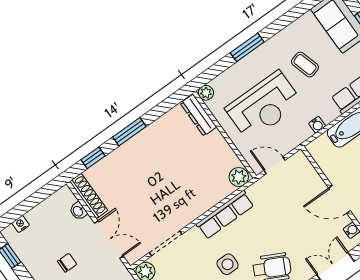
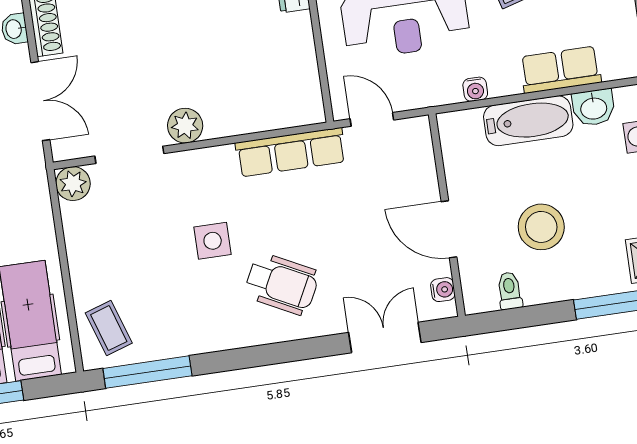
plant: (239, 177) -> (185, 126), moved
row of seats: (225, 215) -> (291, 152), moved

